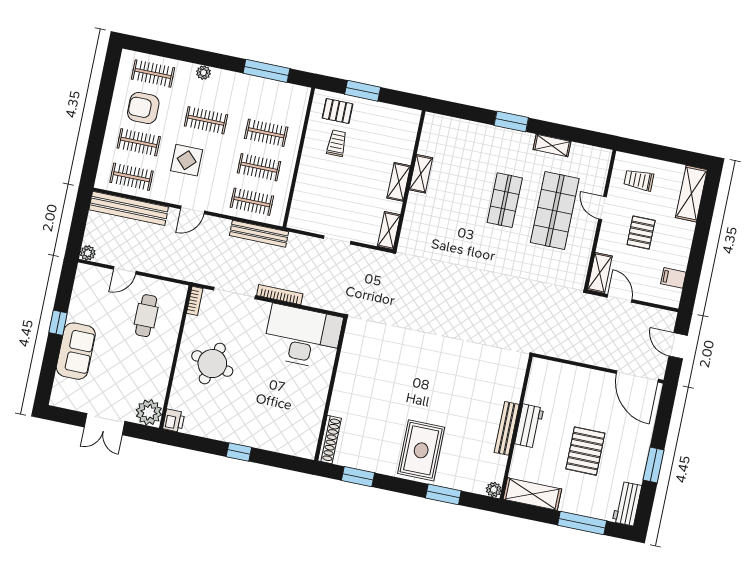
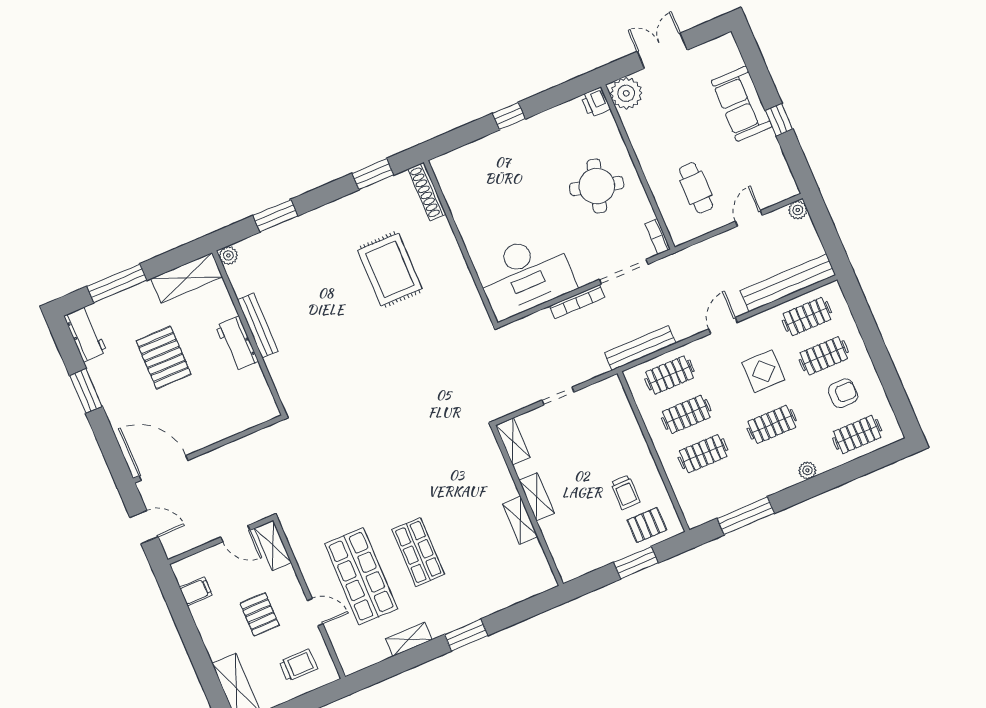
armchair: (143, 108) -> (843, 393), width x0.72, depth x0.72
rug: (421, 450) -> (390, 269), moved

